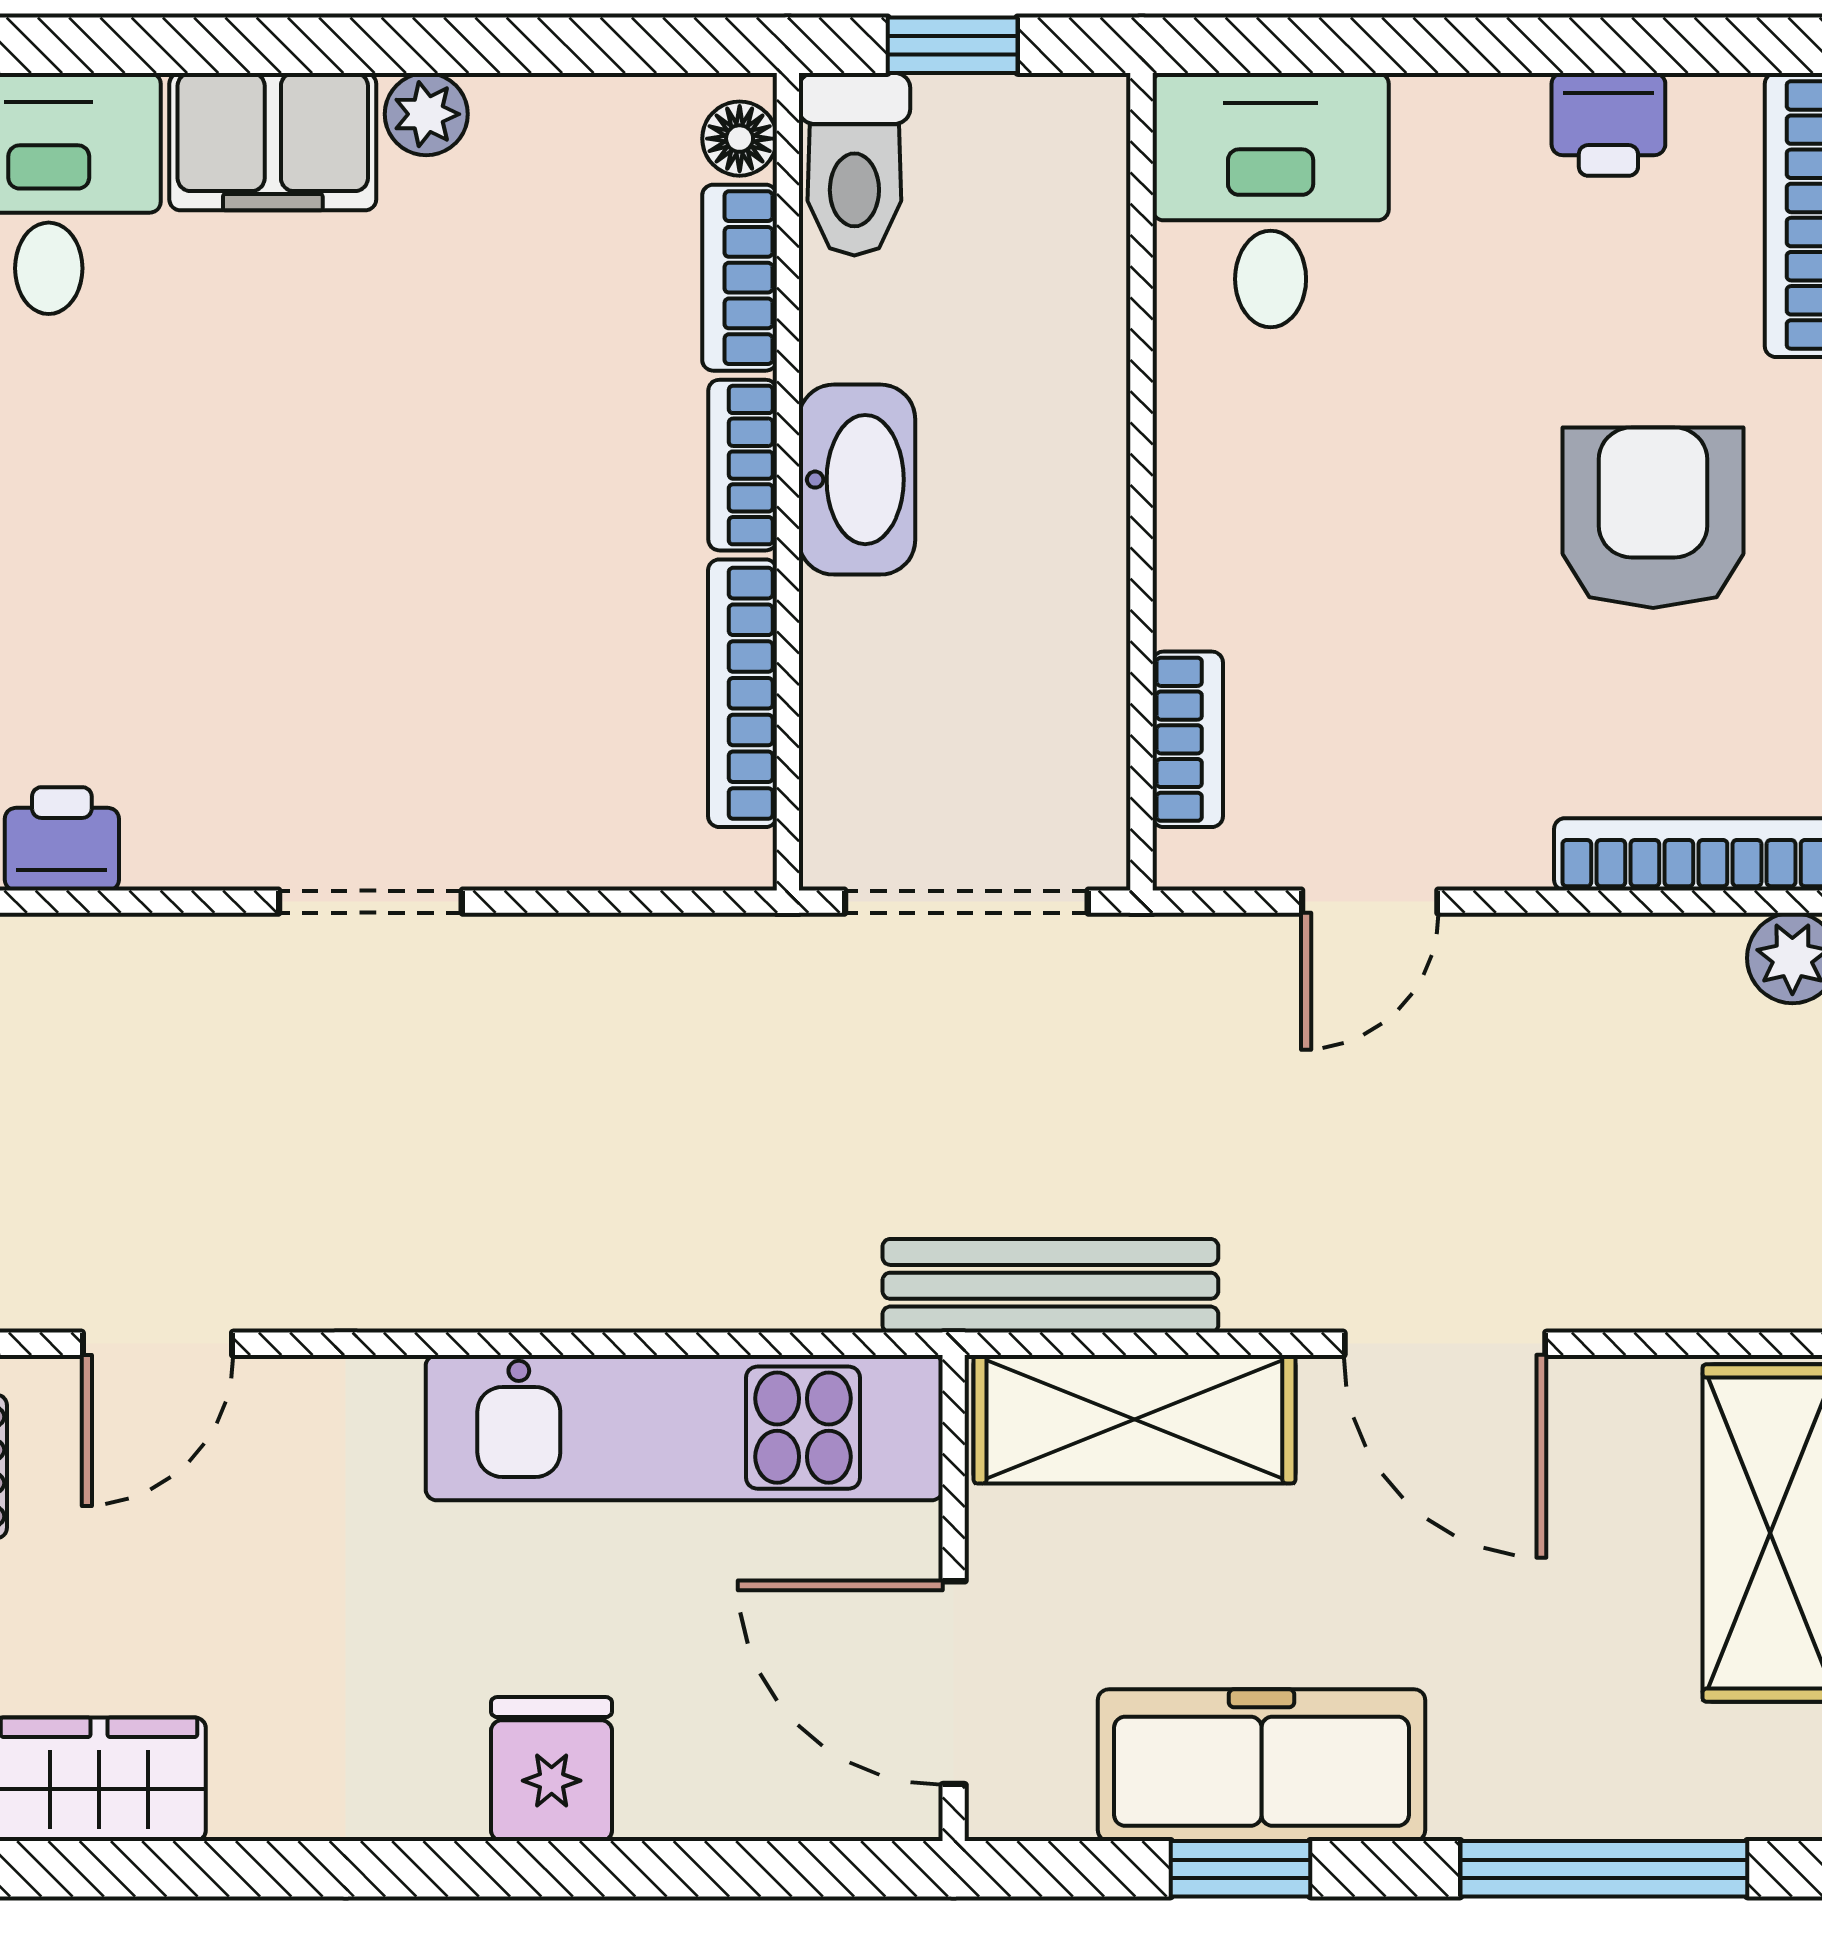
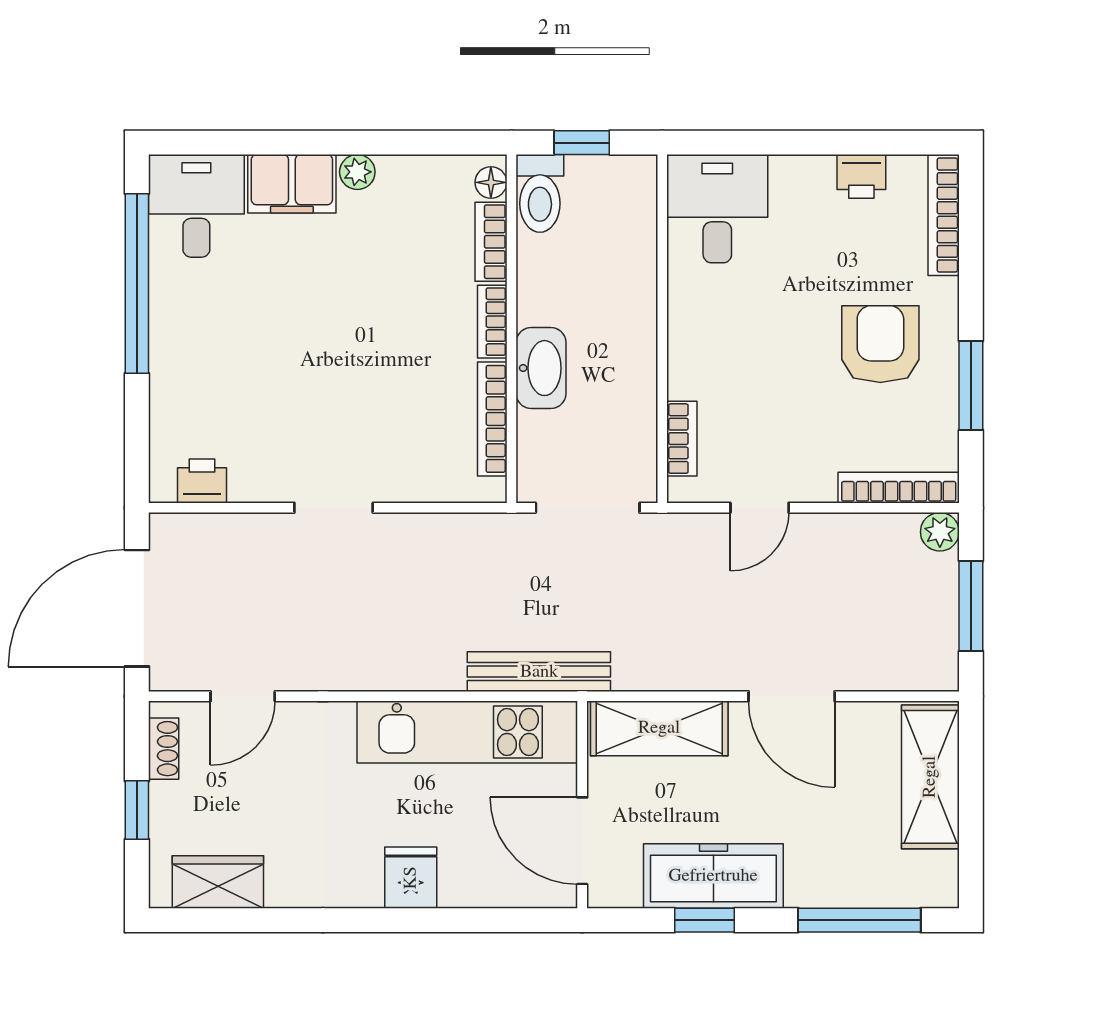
washbasin: (857, 480) -> (541, 368), moved
bench: (1050, 1286) -> (539, 672), moved

